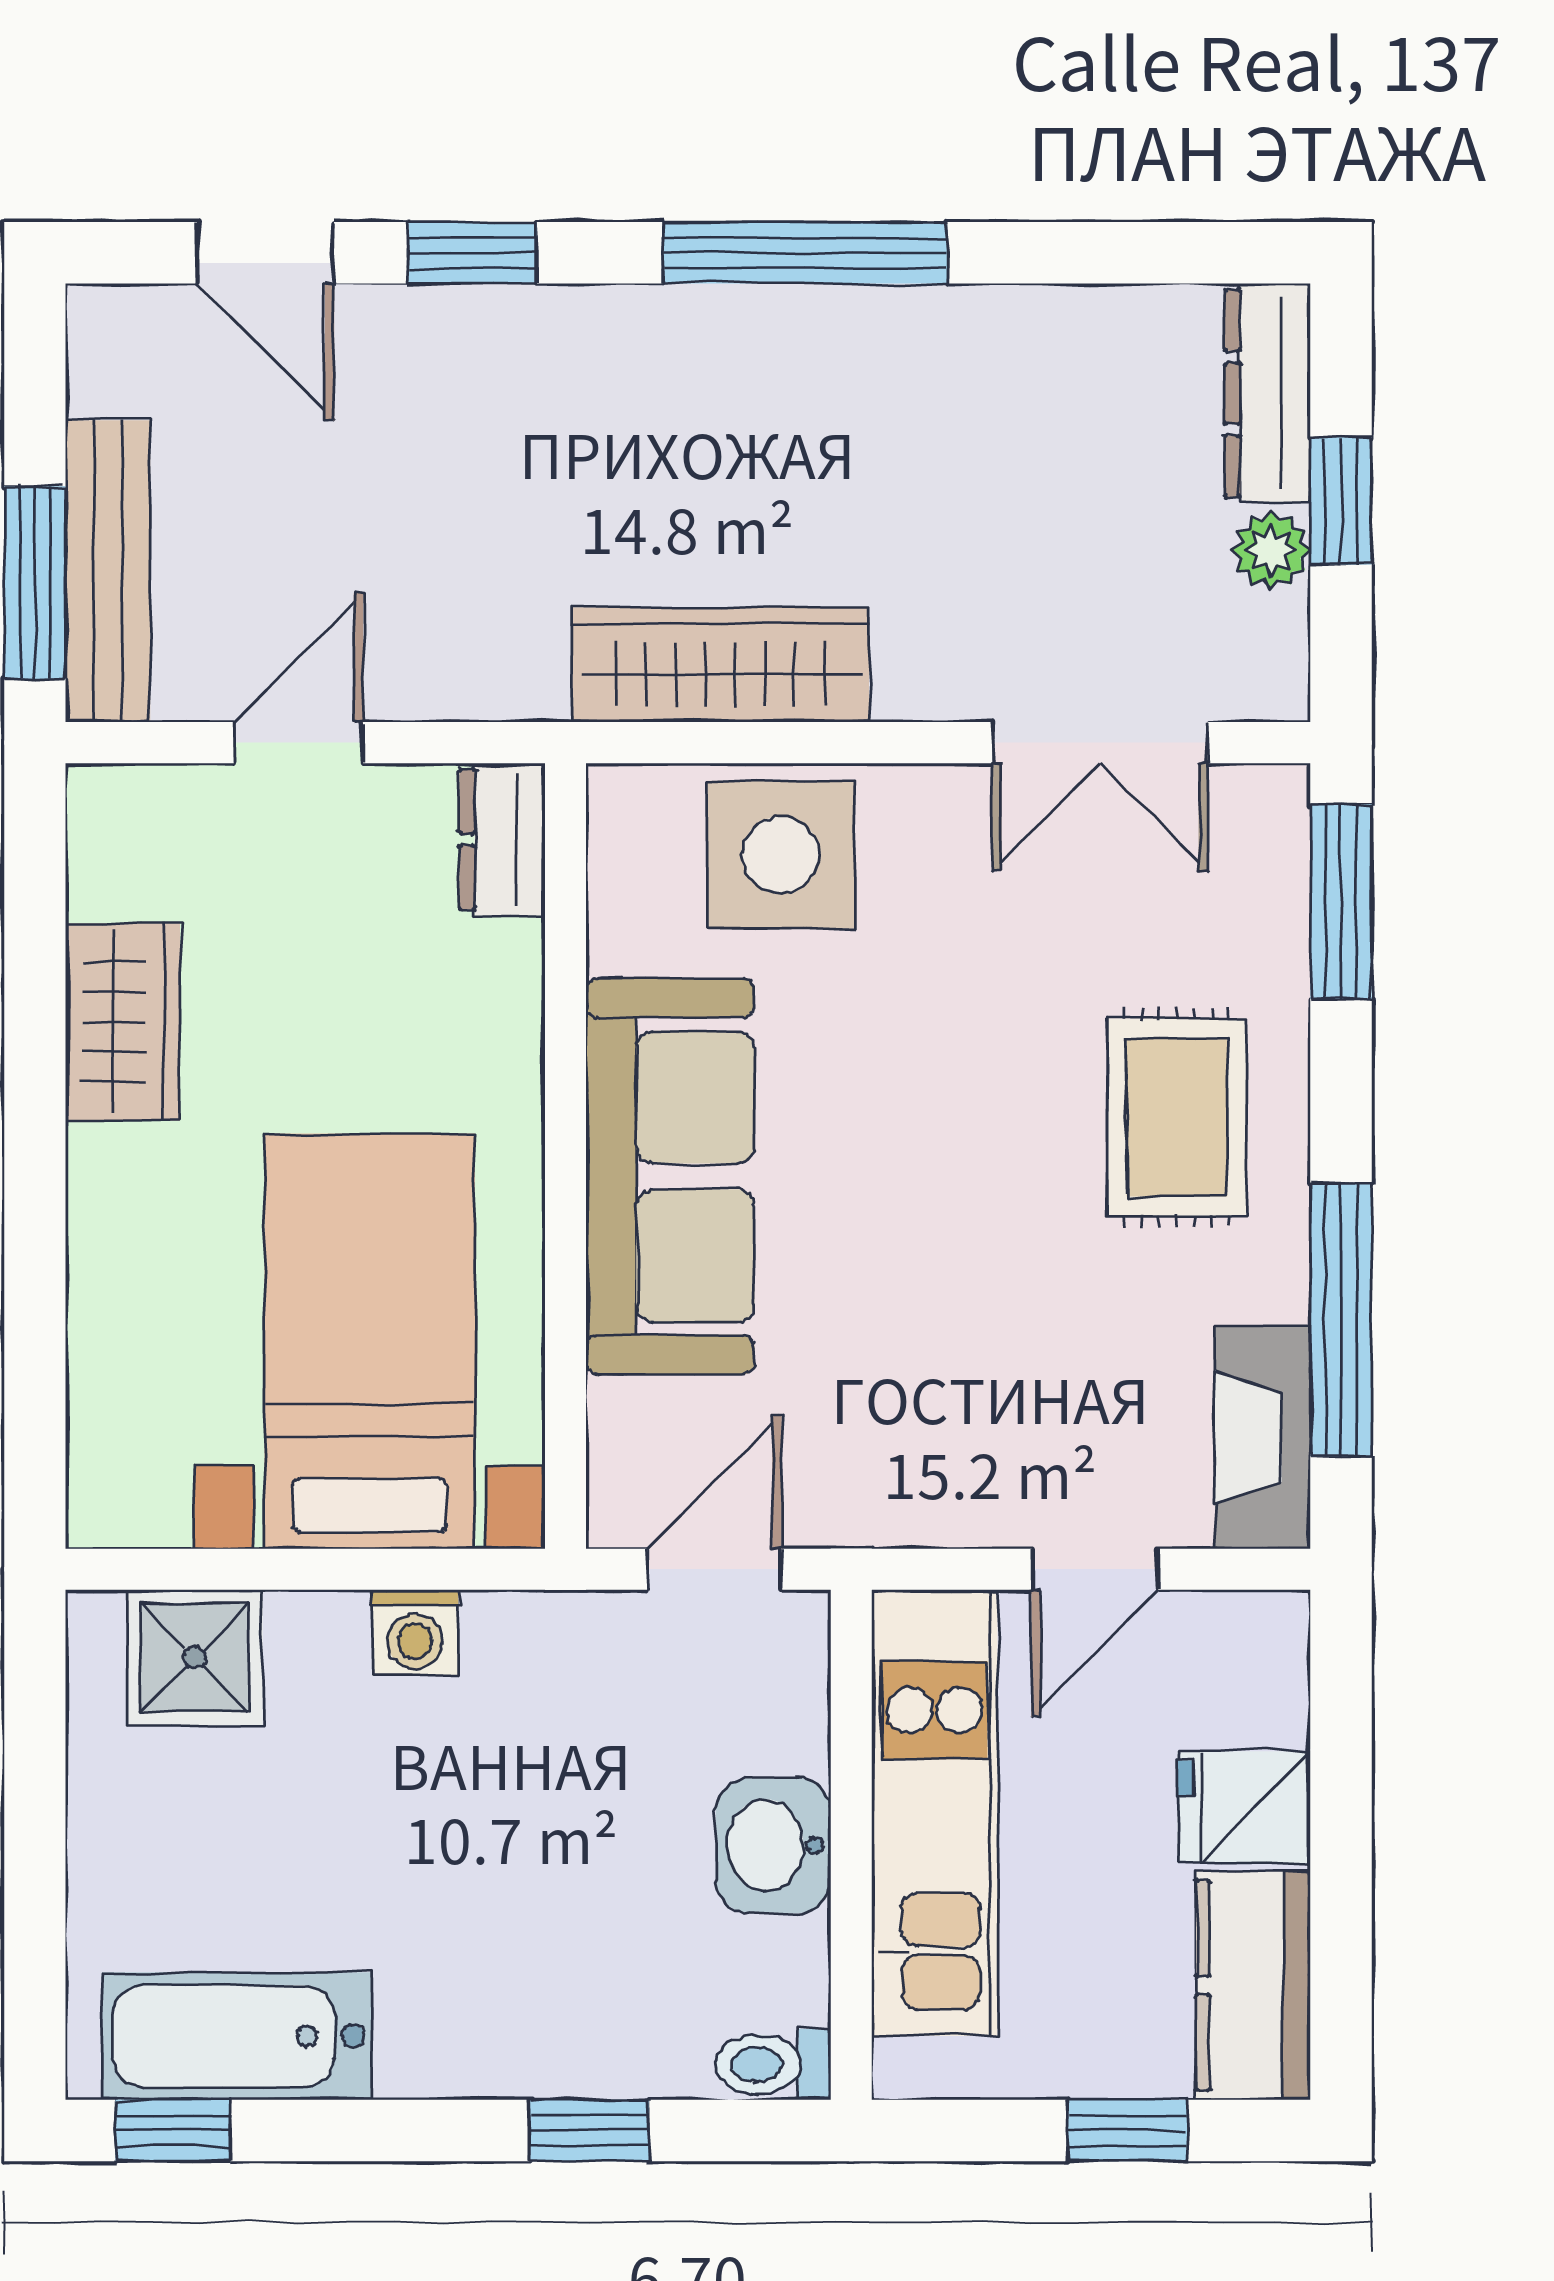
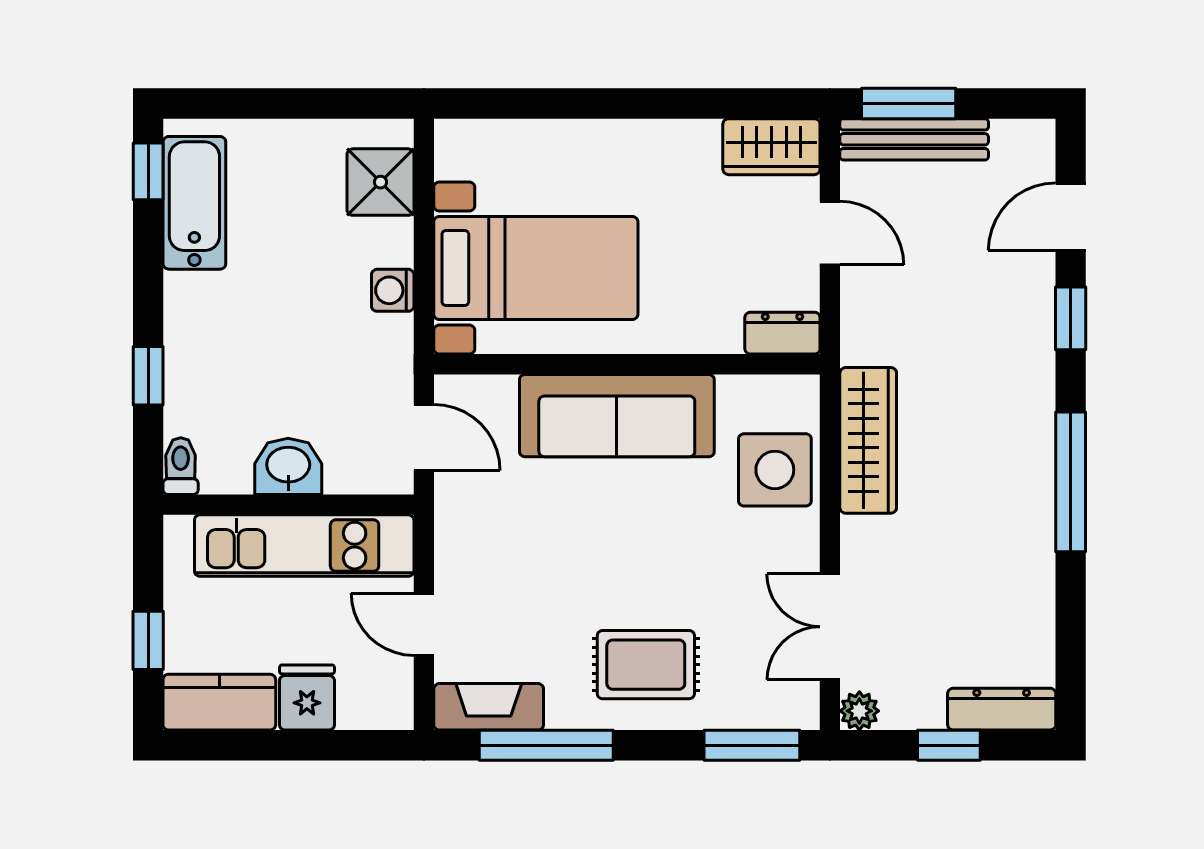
plant: (1271, 550) -> (859, 711), moved
wardrobe: (123, 1022) -> (771, 147), moved

